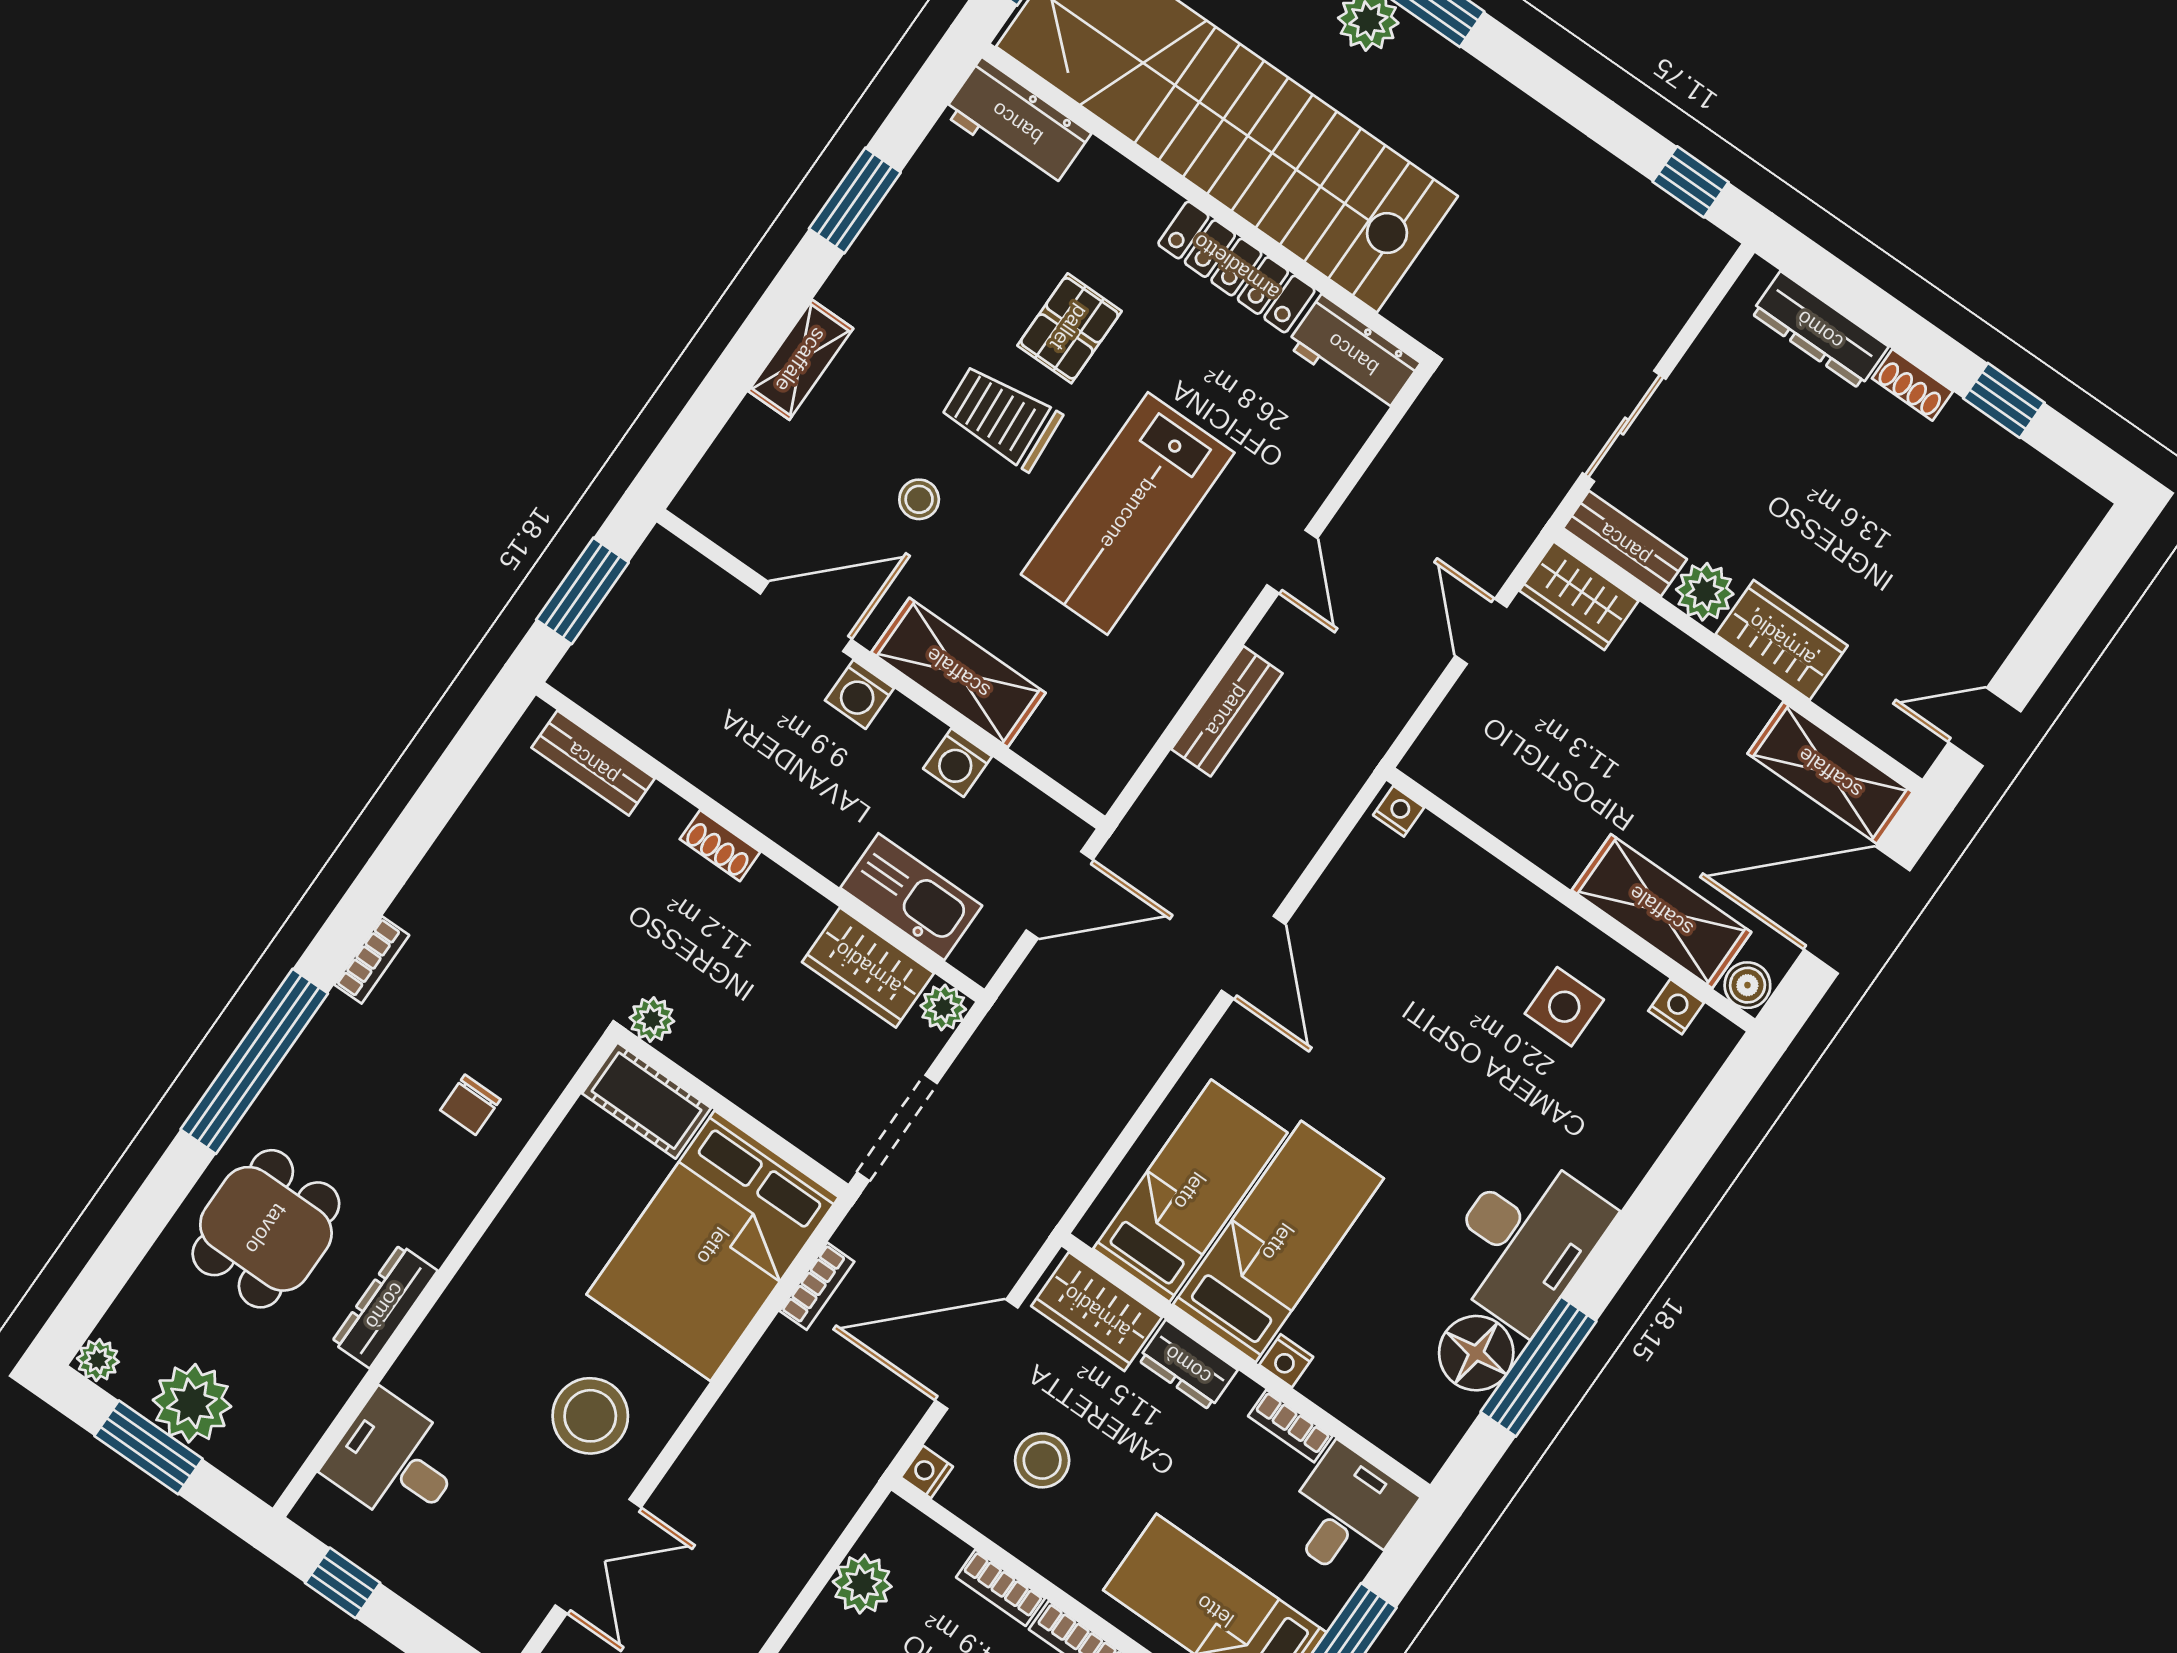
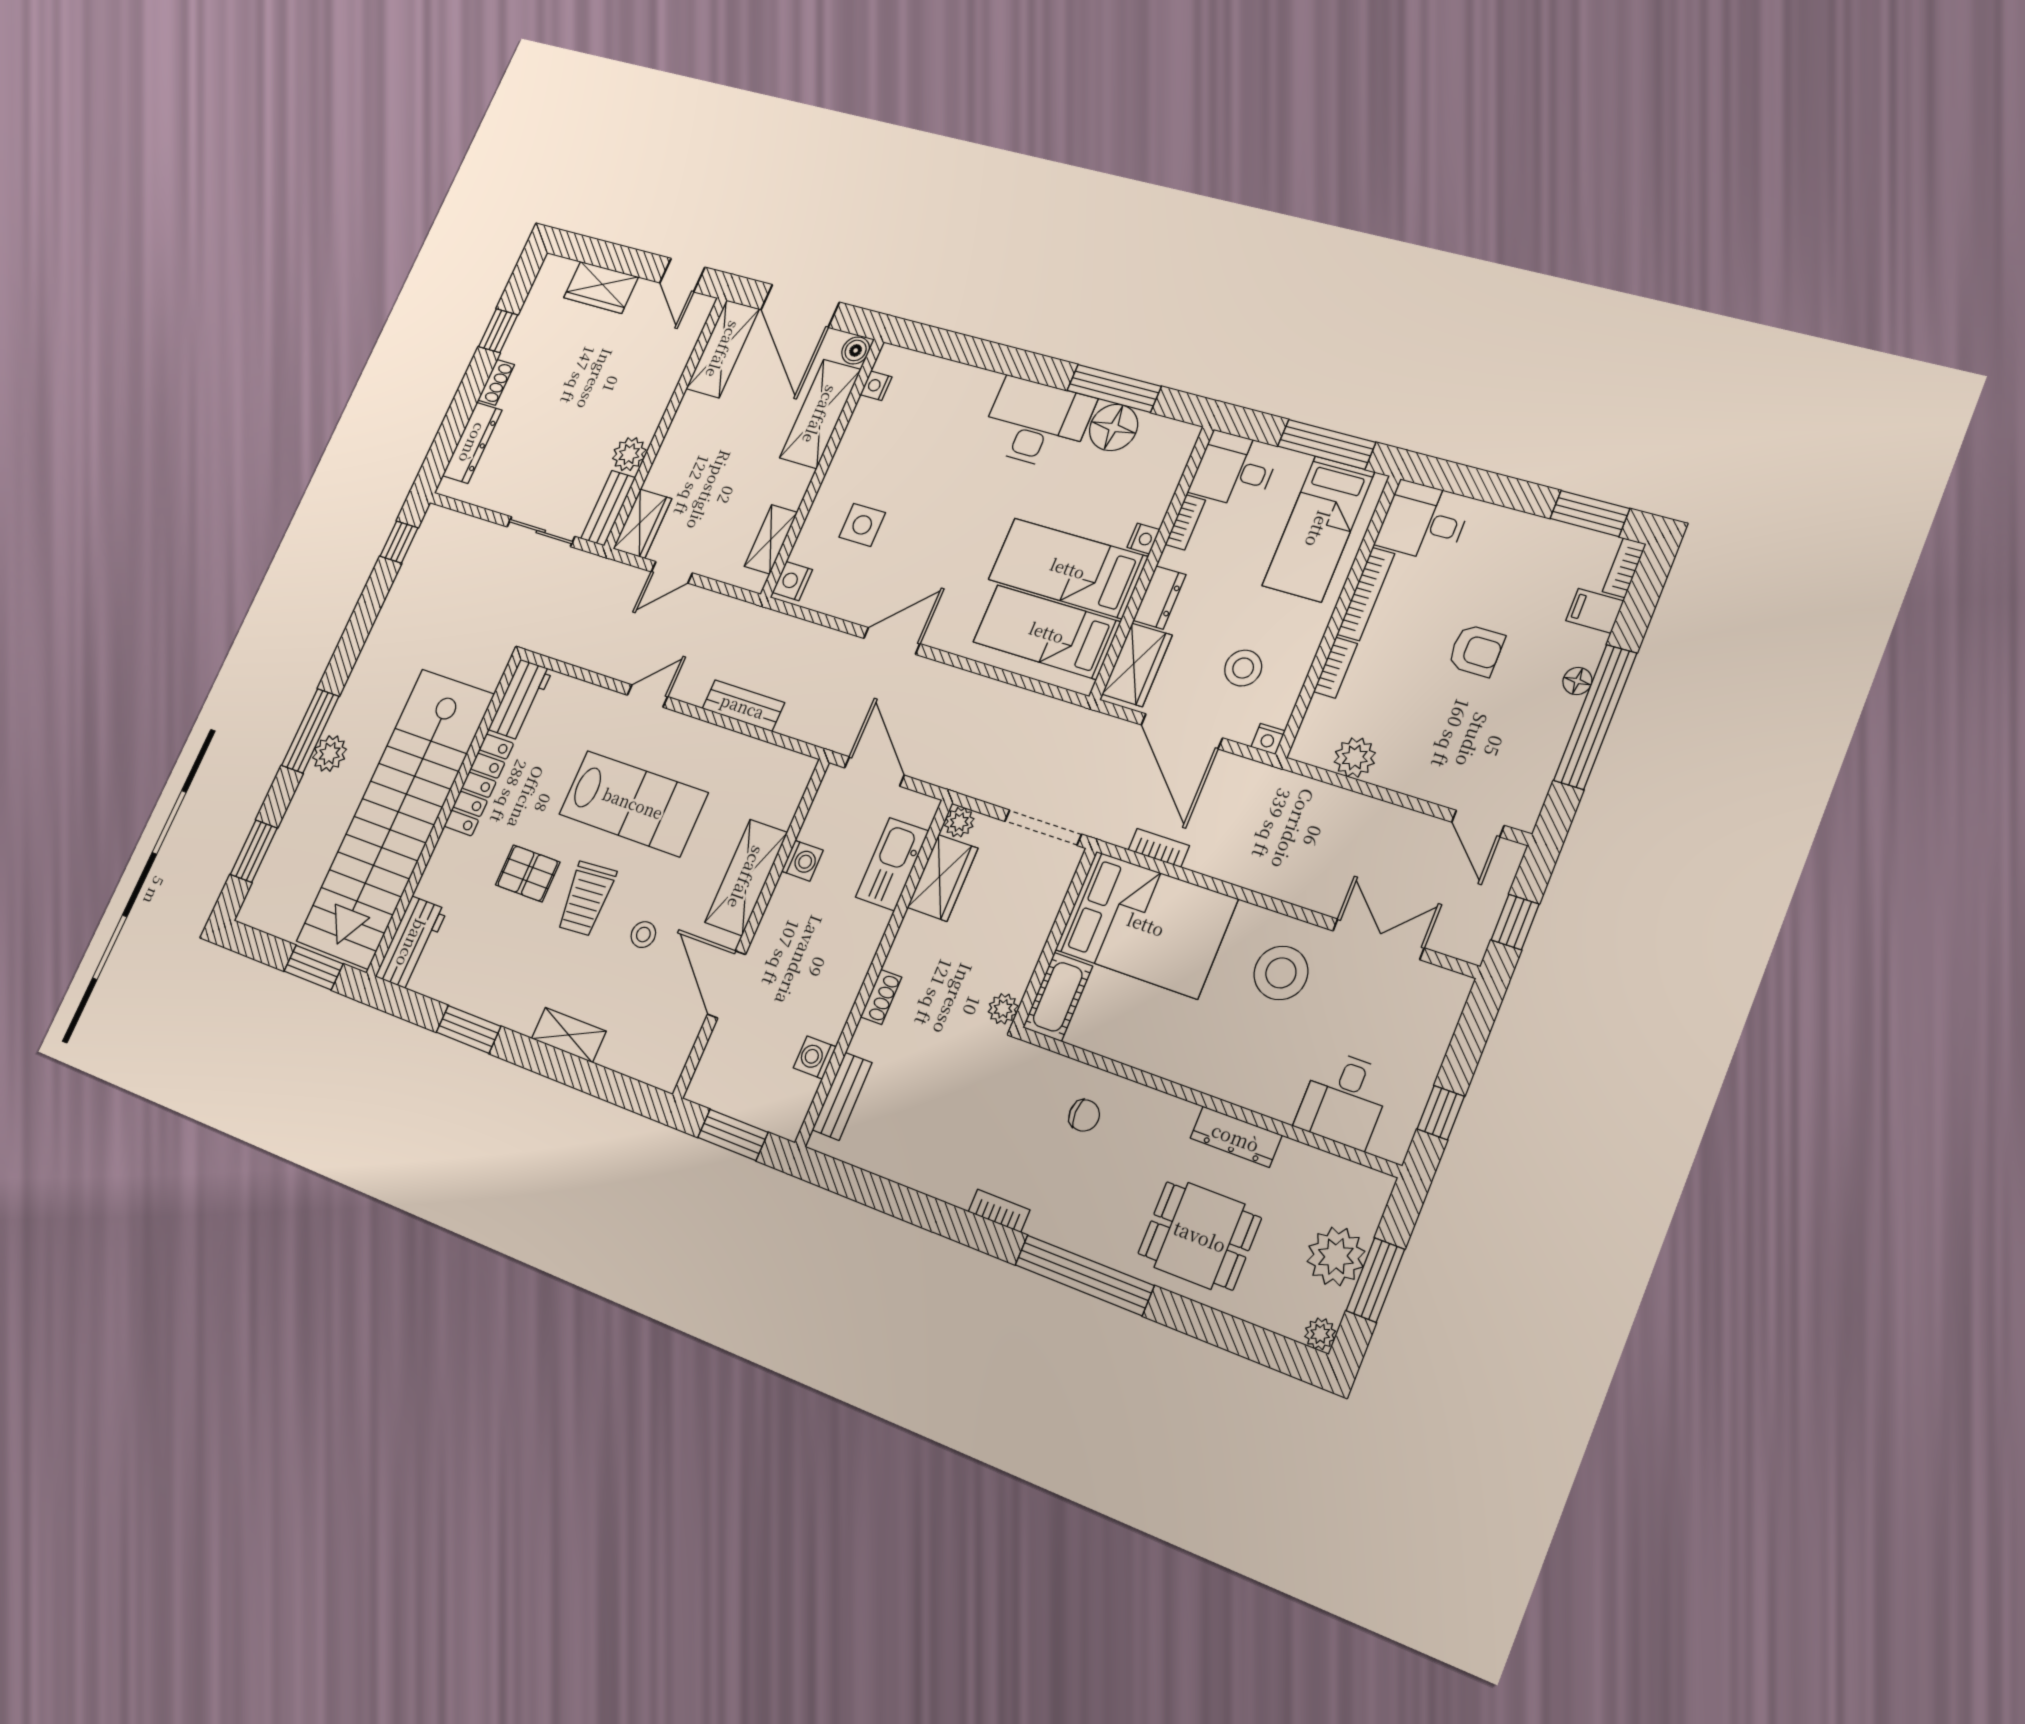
wardrobe: (1782, 640) -> (601, 287), moved, turned -90
washing machine: (859, 694) -> (815, 1057), moved, turned 180
shelving: (1481, 798) -> (771, 539), added
nightstand: (1399, 811) -> (792, 581), width x1.39, depth x1.35
side table: (1564, 1007) -> (862, 525), moved

